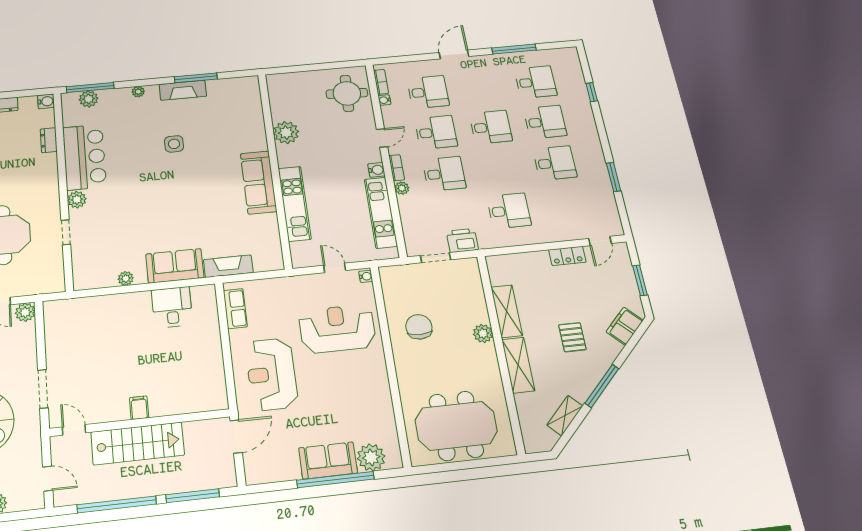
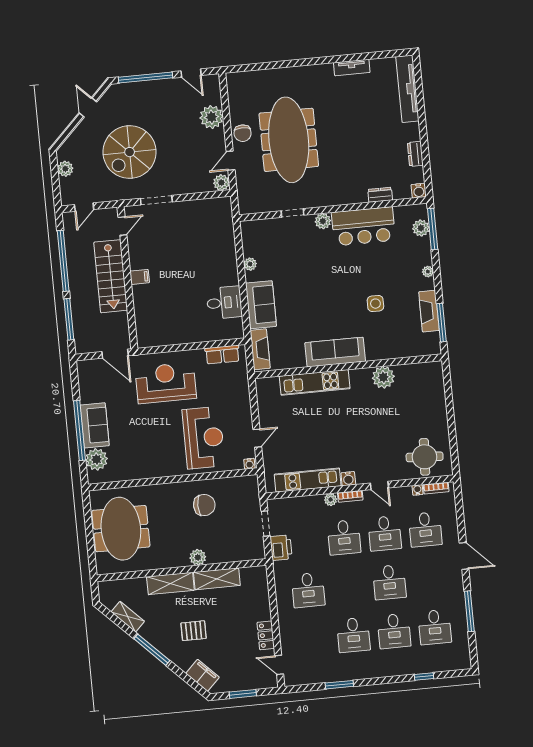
plant: (286, 133) -> (383, 377), moved
wall: (275, 169) -> (348, 366), moved
sofa: (259, 182) -> (335, 352), moved
kitchen unit: (295, 204) -> (315, 382), moved

